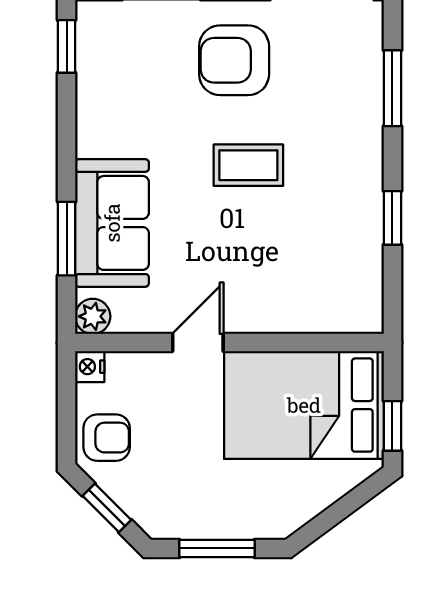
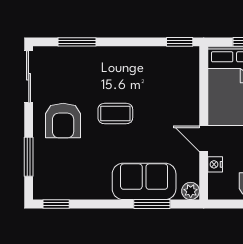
coffee table: (248, 165) -> (115, 114), turned 90
window: (392, 218) -> (180, 42), moved
nightstand: (90, 367) -> (215, 164), moved, turned 90

